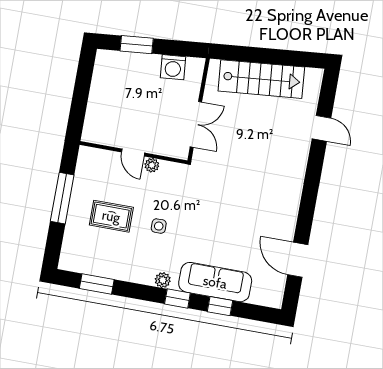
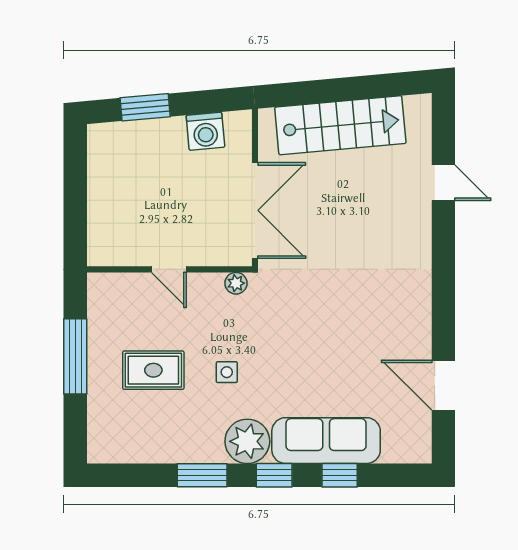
double door: (196, 124) -> (255, 210), width x1.37
plant: (152, 165) -> (236, 283), moved
plant: (163, 280) -> (247, 441), width x1.88, depth x1.88
window: (97, 284) -> (202, 475), moved

